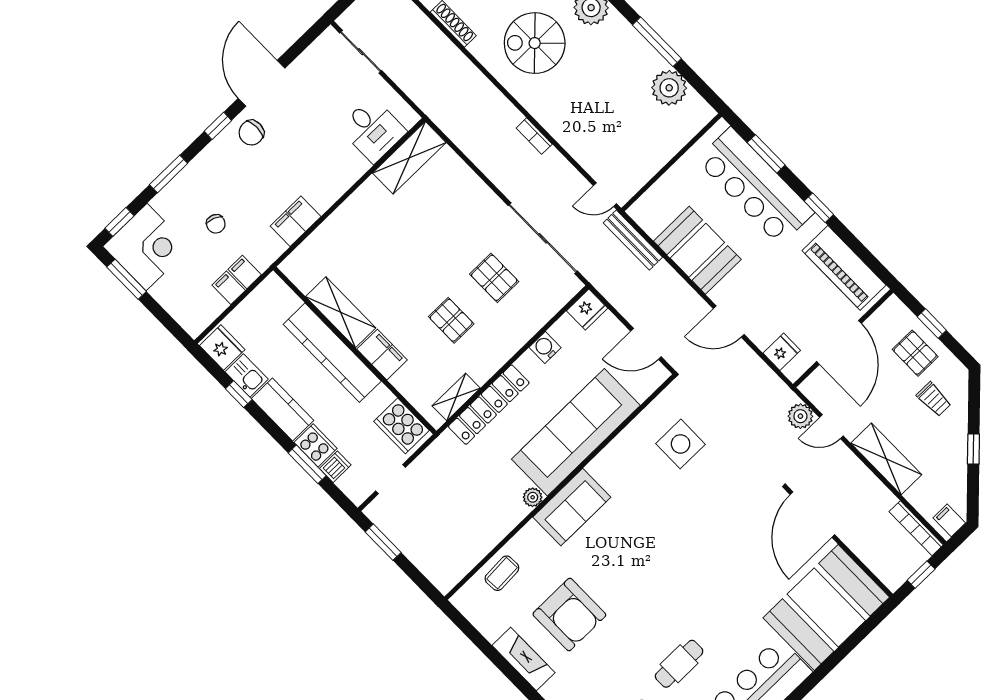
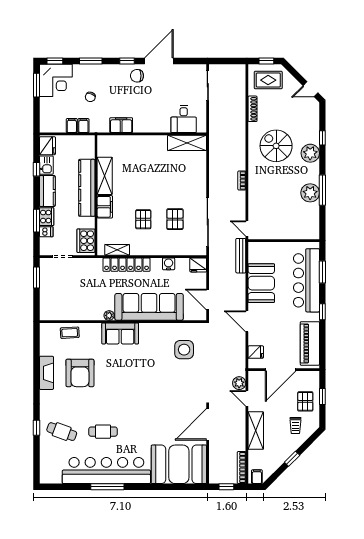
plant: (669, 88) -> (310, 193), moved

